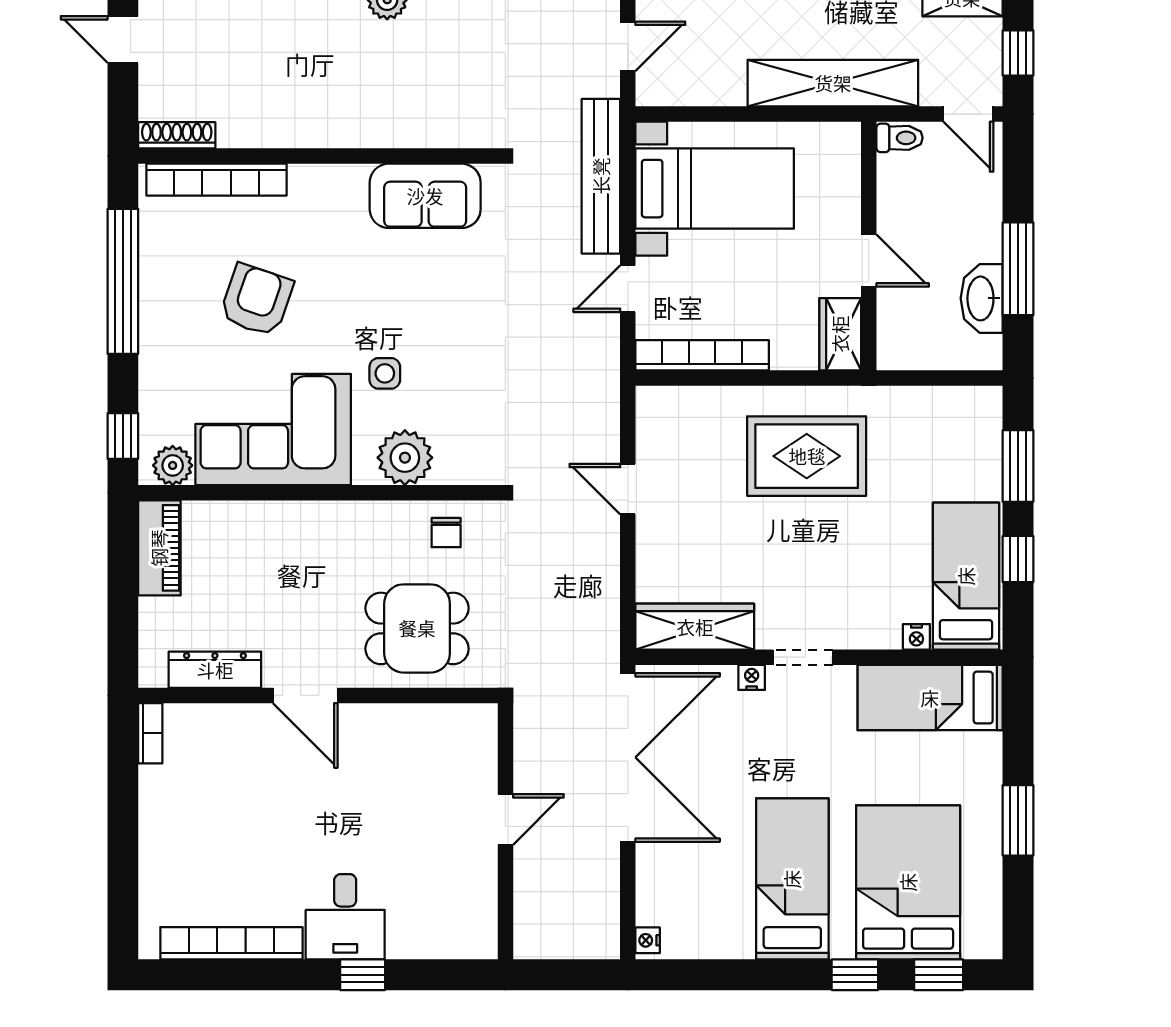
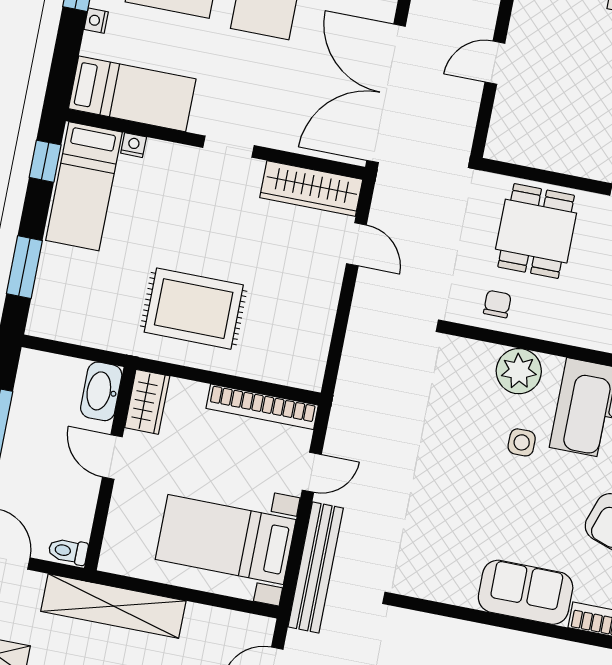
sofa: (425, 196) -> (526, 592), moved
washbasin: (982, 298) -> (101, 391), moved, turned 180
door: (628, 489) -> (356, 244), moved
window: (1018, 559) -> (45, 161), moved
dining table: (417, 628) -> (536, 231), turned 90
nightstand: (752, 677) -> (96, 21), moved, turned 90

